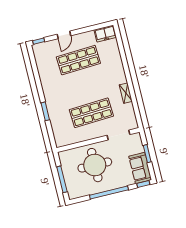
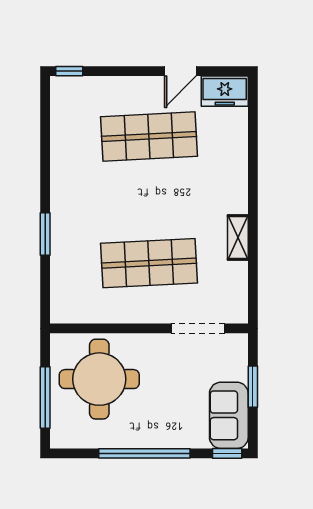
door: (64, 35) -> (180, 71), moved
round table: (95, 165) -> (99, 379), moved

